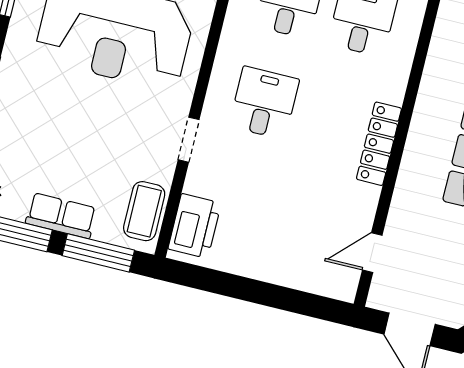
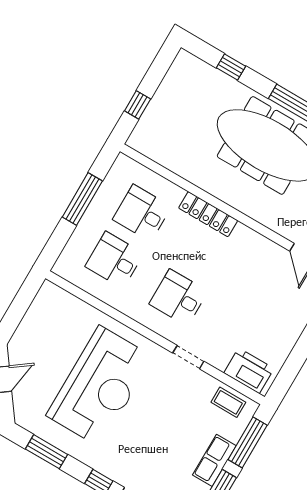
locker: (379, 144) -> (208, 214), moved
coffee table: (144, 211) -> (228, 402), width x0.73, depth x0.77

